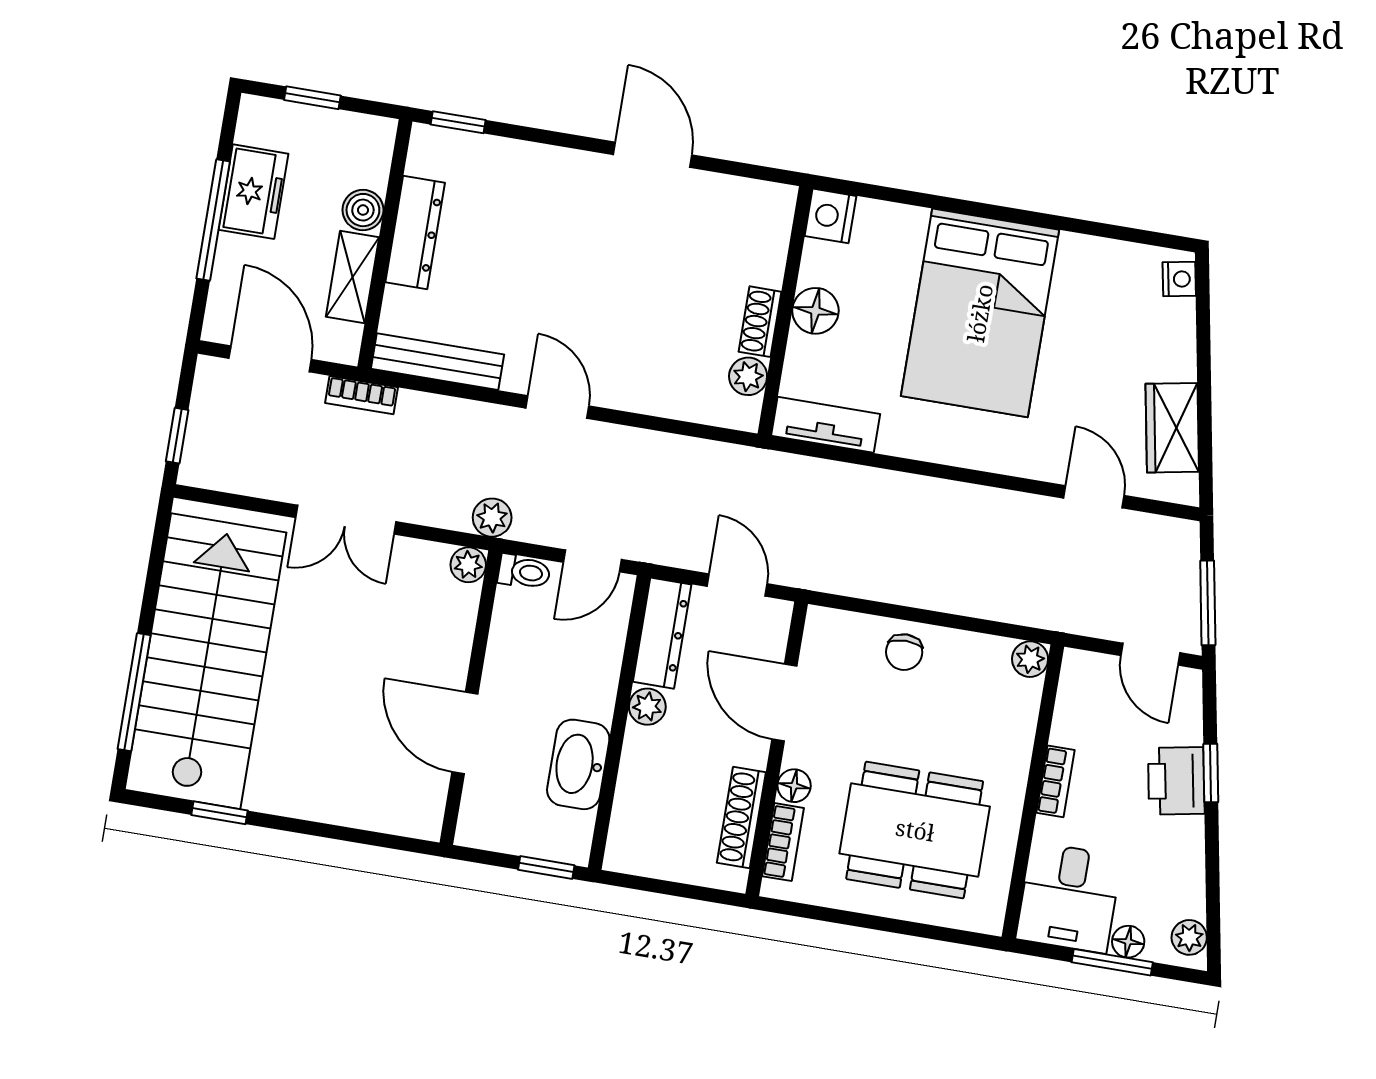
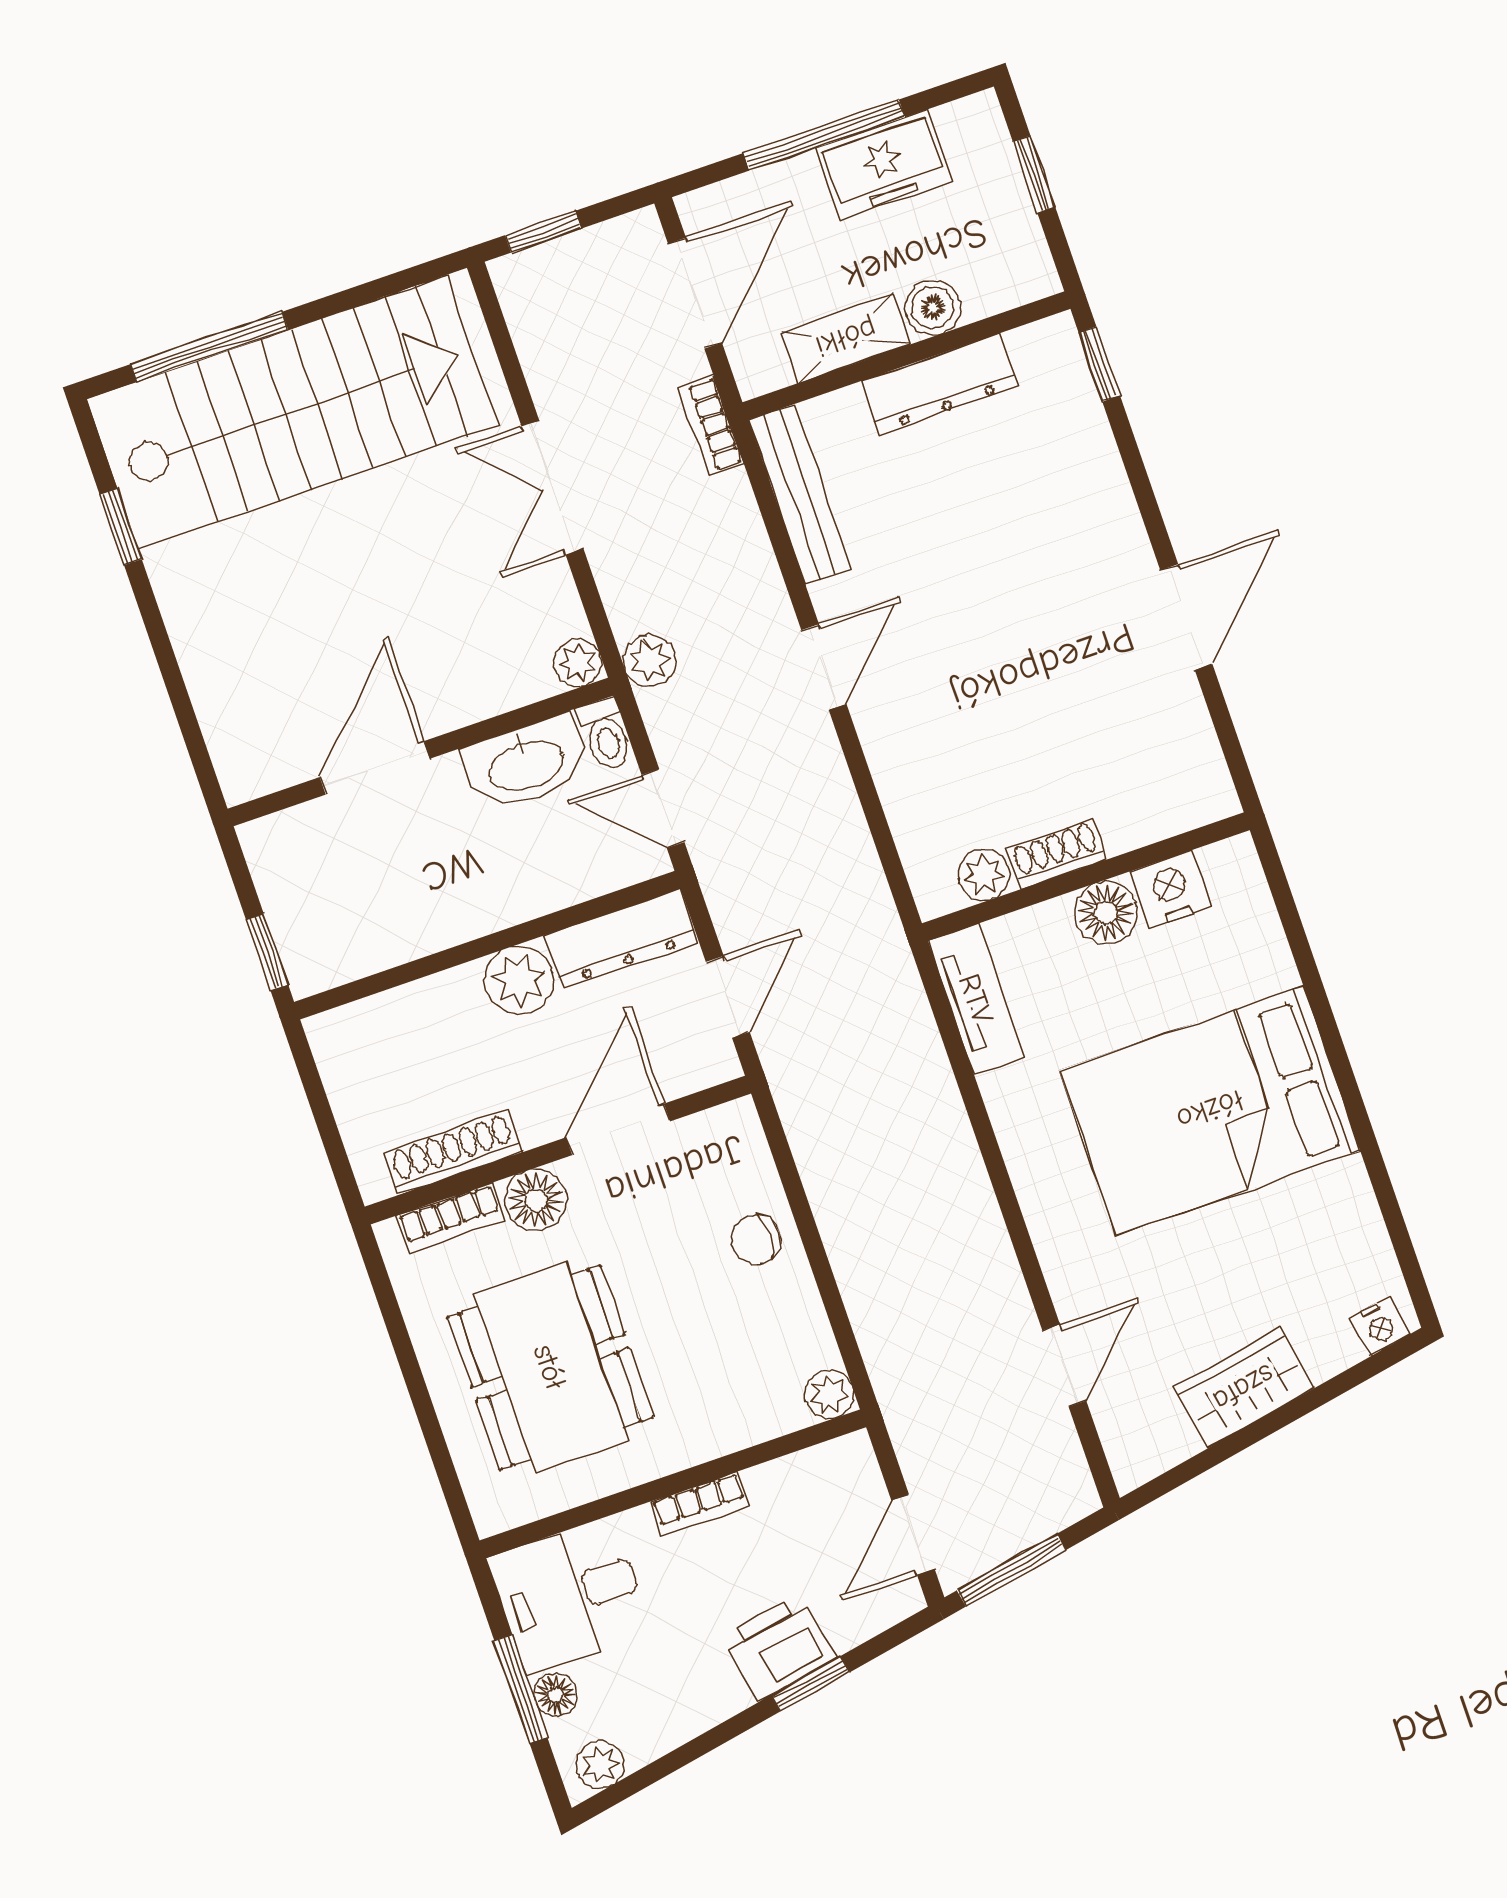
nightstand: (830, 216) -> (1171, 889), moved
wardrobe: (1172, 428) -> (1244, 1388), moved
plant: (647, 707) -> (519, 980), width x1.38, depth x1.38
washbasin: (578, 764) -> (526, 764), moved, turned 180
floor lamp: (794, 786) -> (536, 1200), width x1.37, depth x1.37

